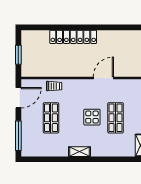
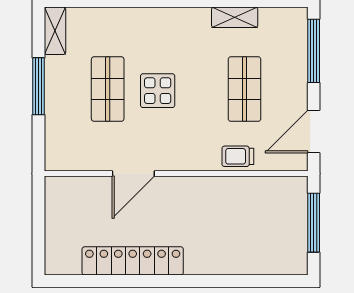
locker: (73, 37) -> (133, 261), moved
window: (18, 55) -> (314, 223), width x1.44
shelving: (80, 152) -> (235, 17), moved

